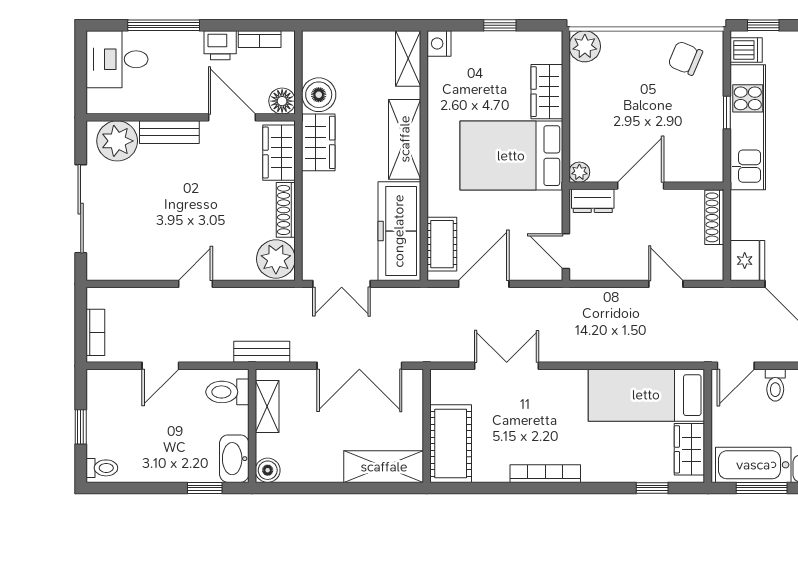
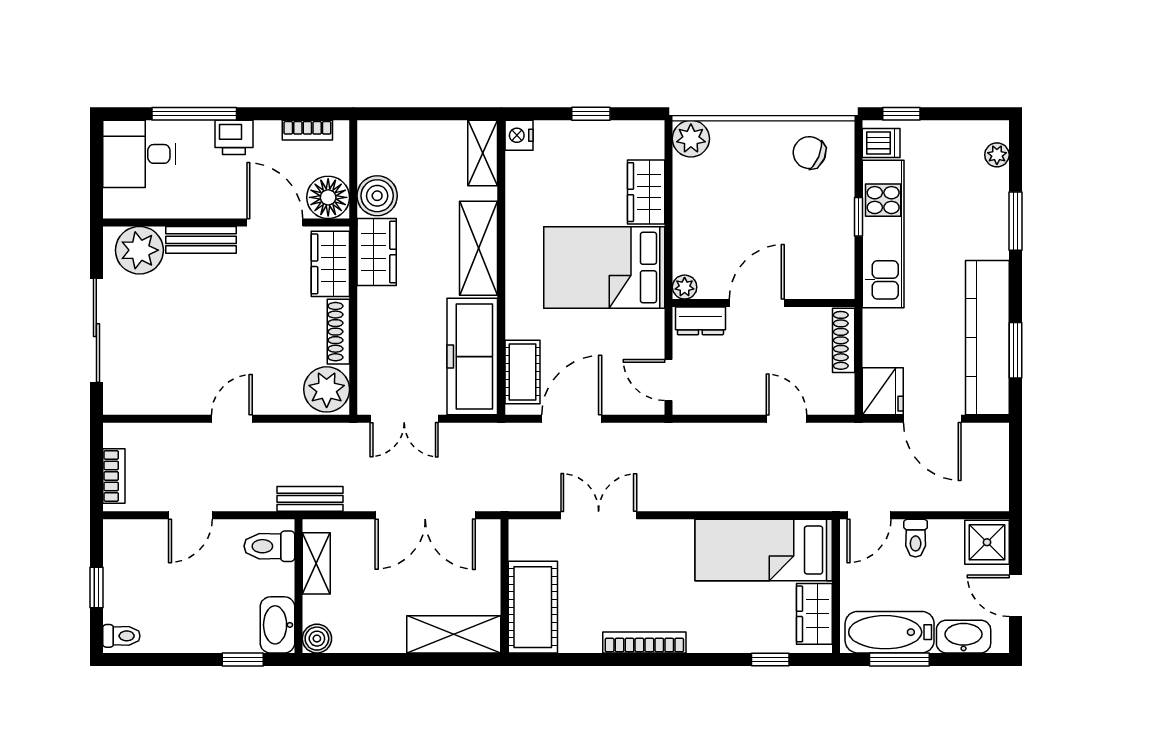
printer: (220, 45) -> (234, 137), moved
floor lamp: (282, 101) -> (328, 197), width x1.38, depth x1.38

